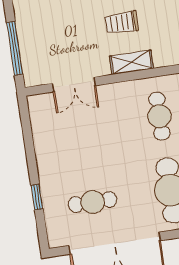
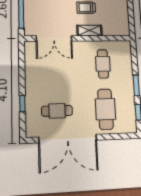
double door: (74, 84) -> (54, 38), width x1.37

